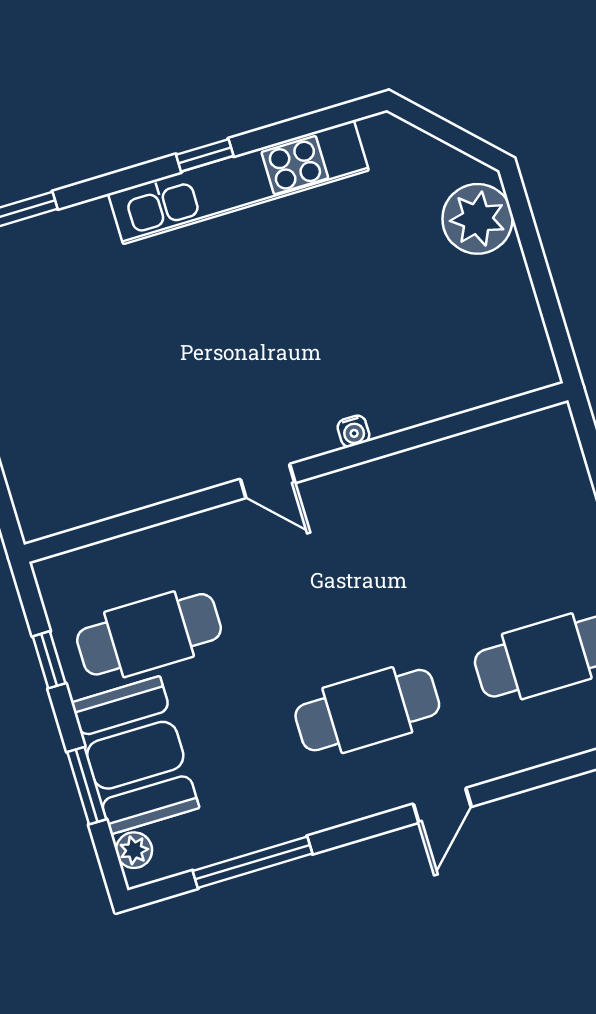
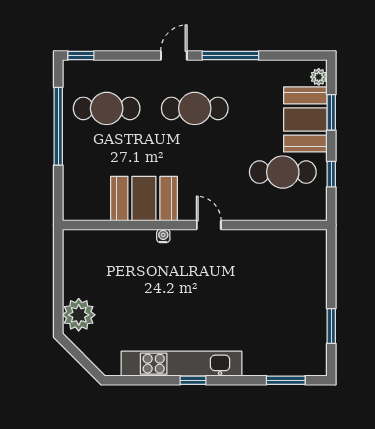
booth: (416, 495) -> (144, 199), added
window: (253, 862) -> (230, 55), moved

